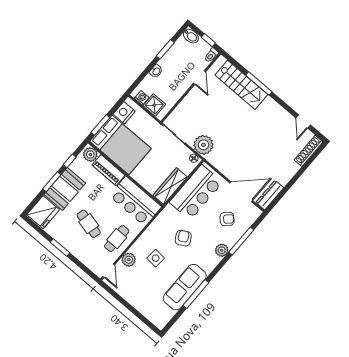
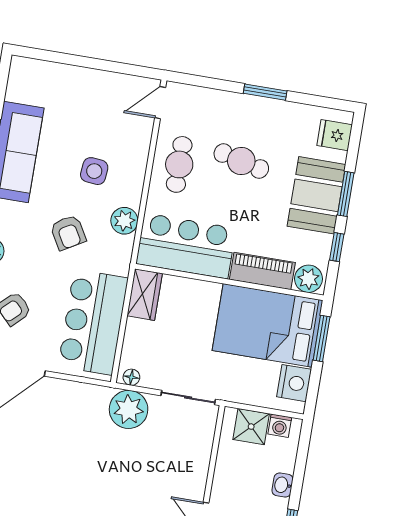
wardrobe: (170, 186) -> (145, 295), width x0.67
fridge: (43, 212) -> (335, 135), width x0.53, depth x0.75
plant: (129, 260) -> (124, 221), moved
door: (109, 271) -> (160, 103), hinge flipped

